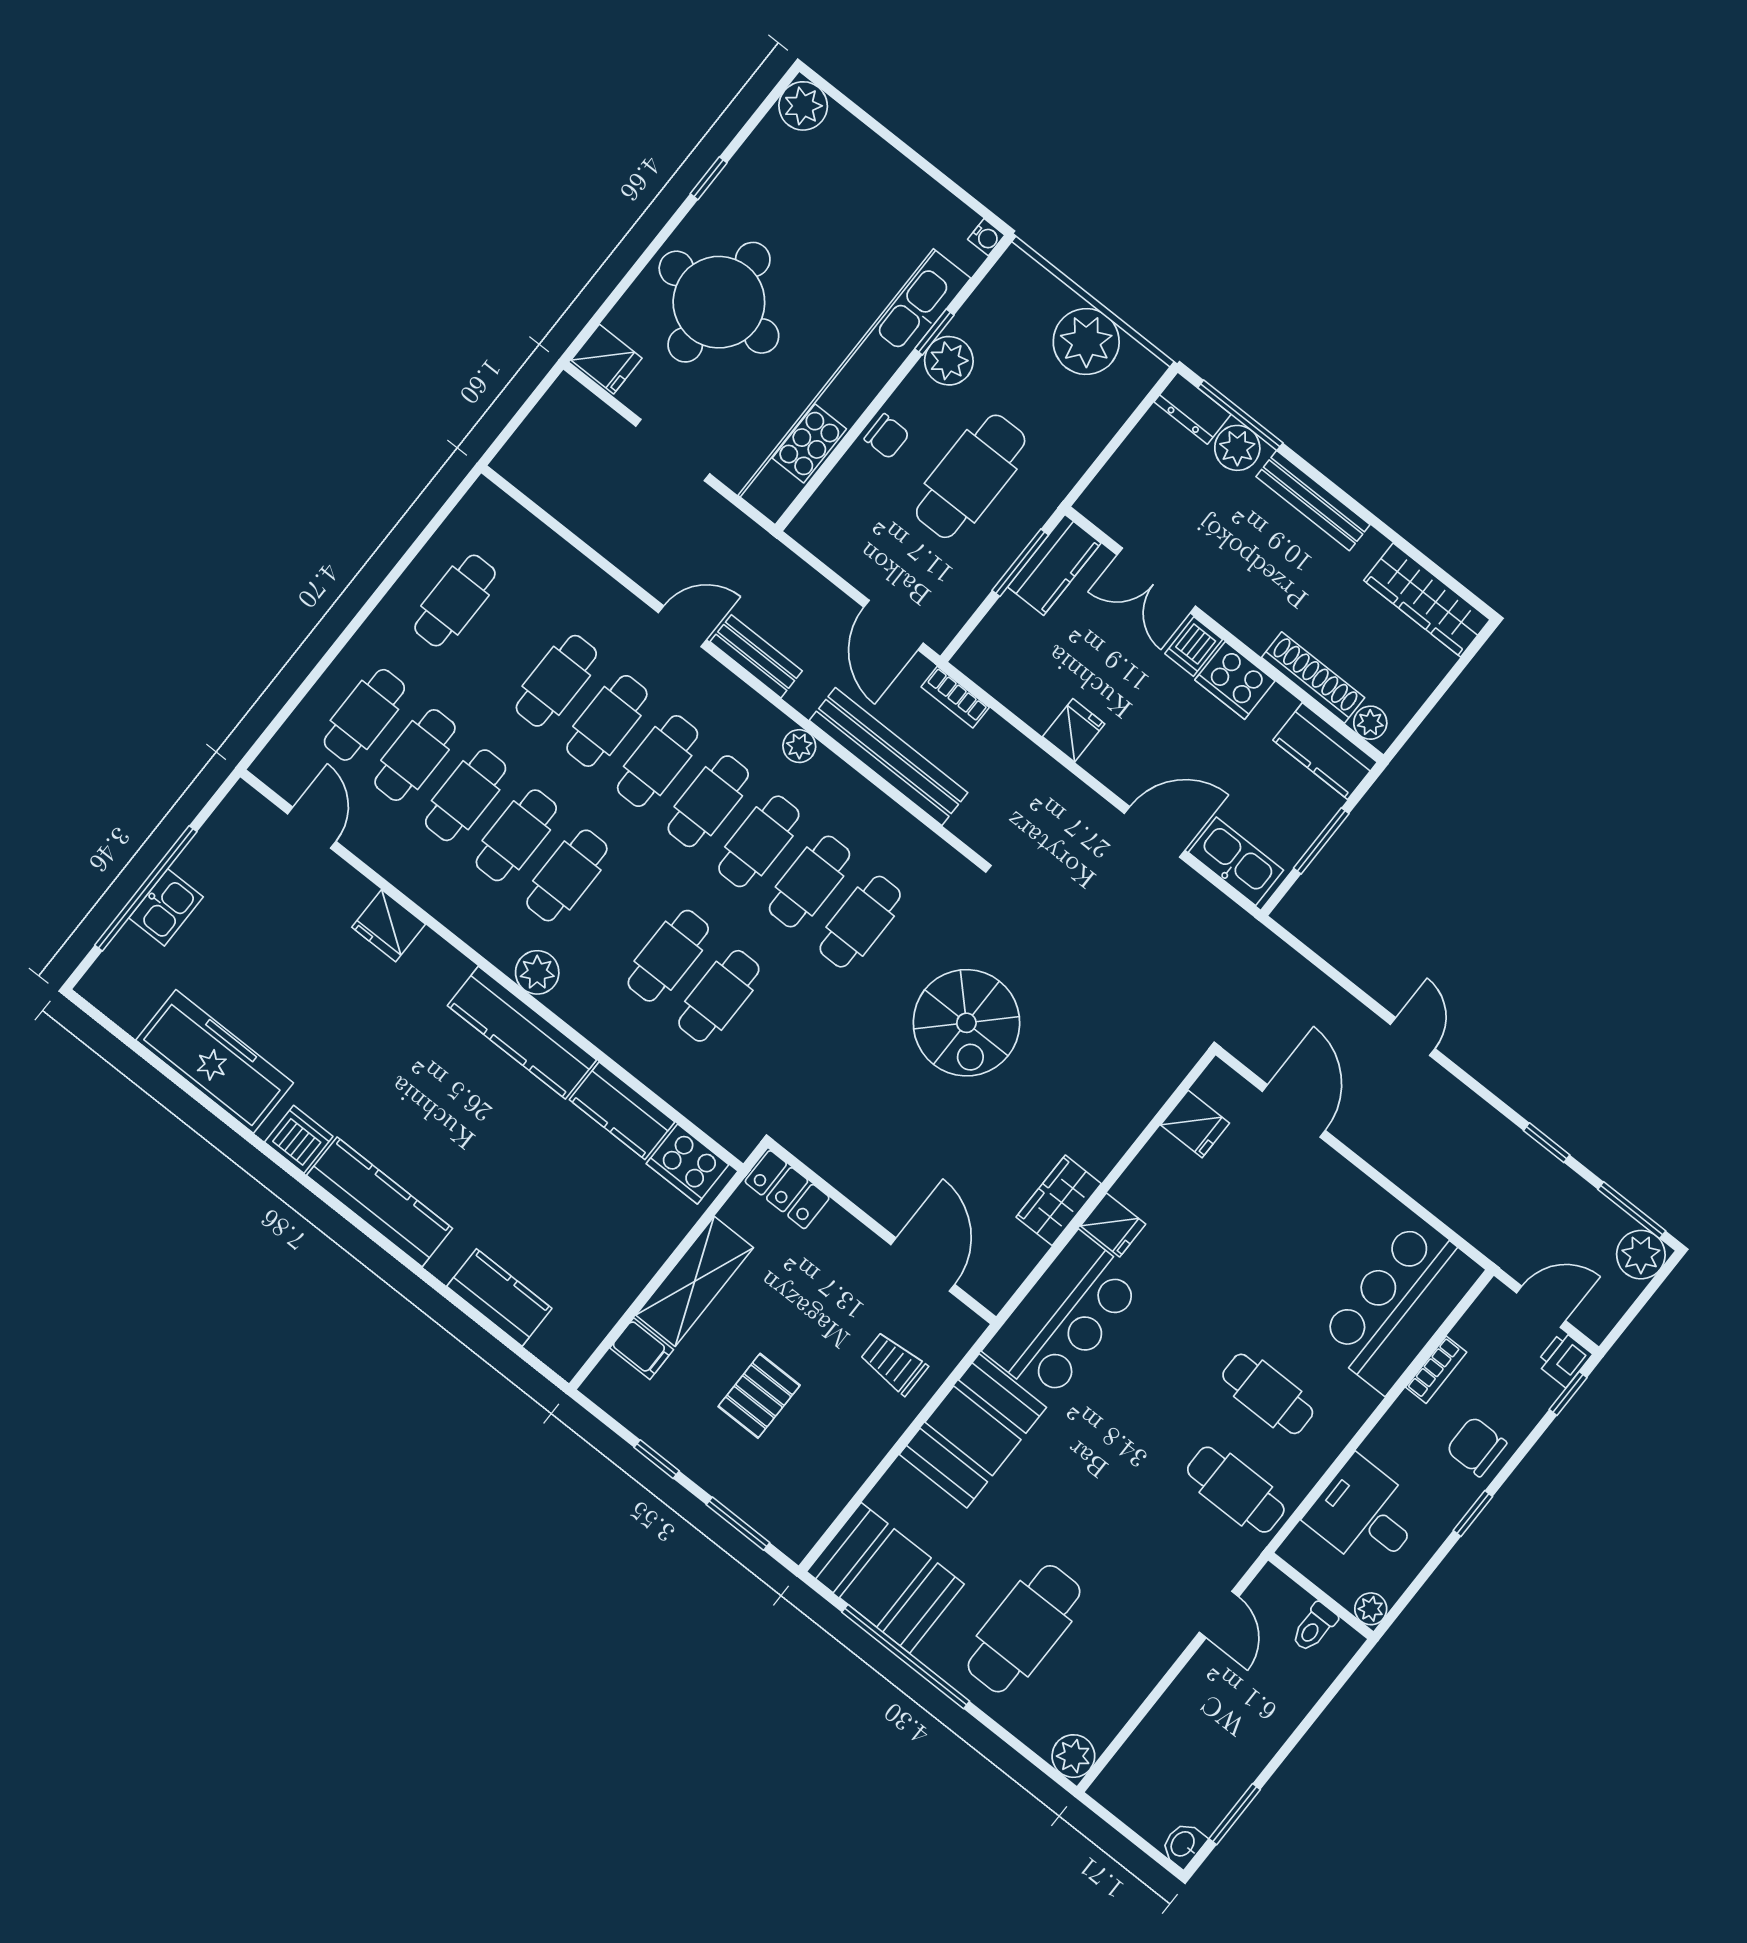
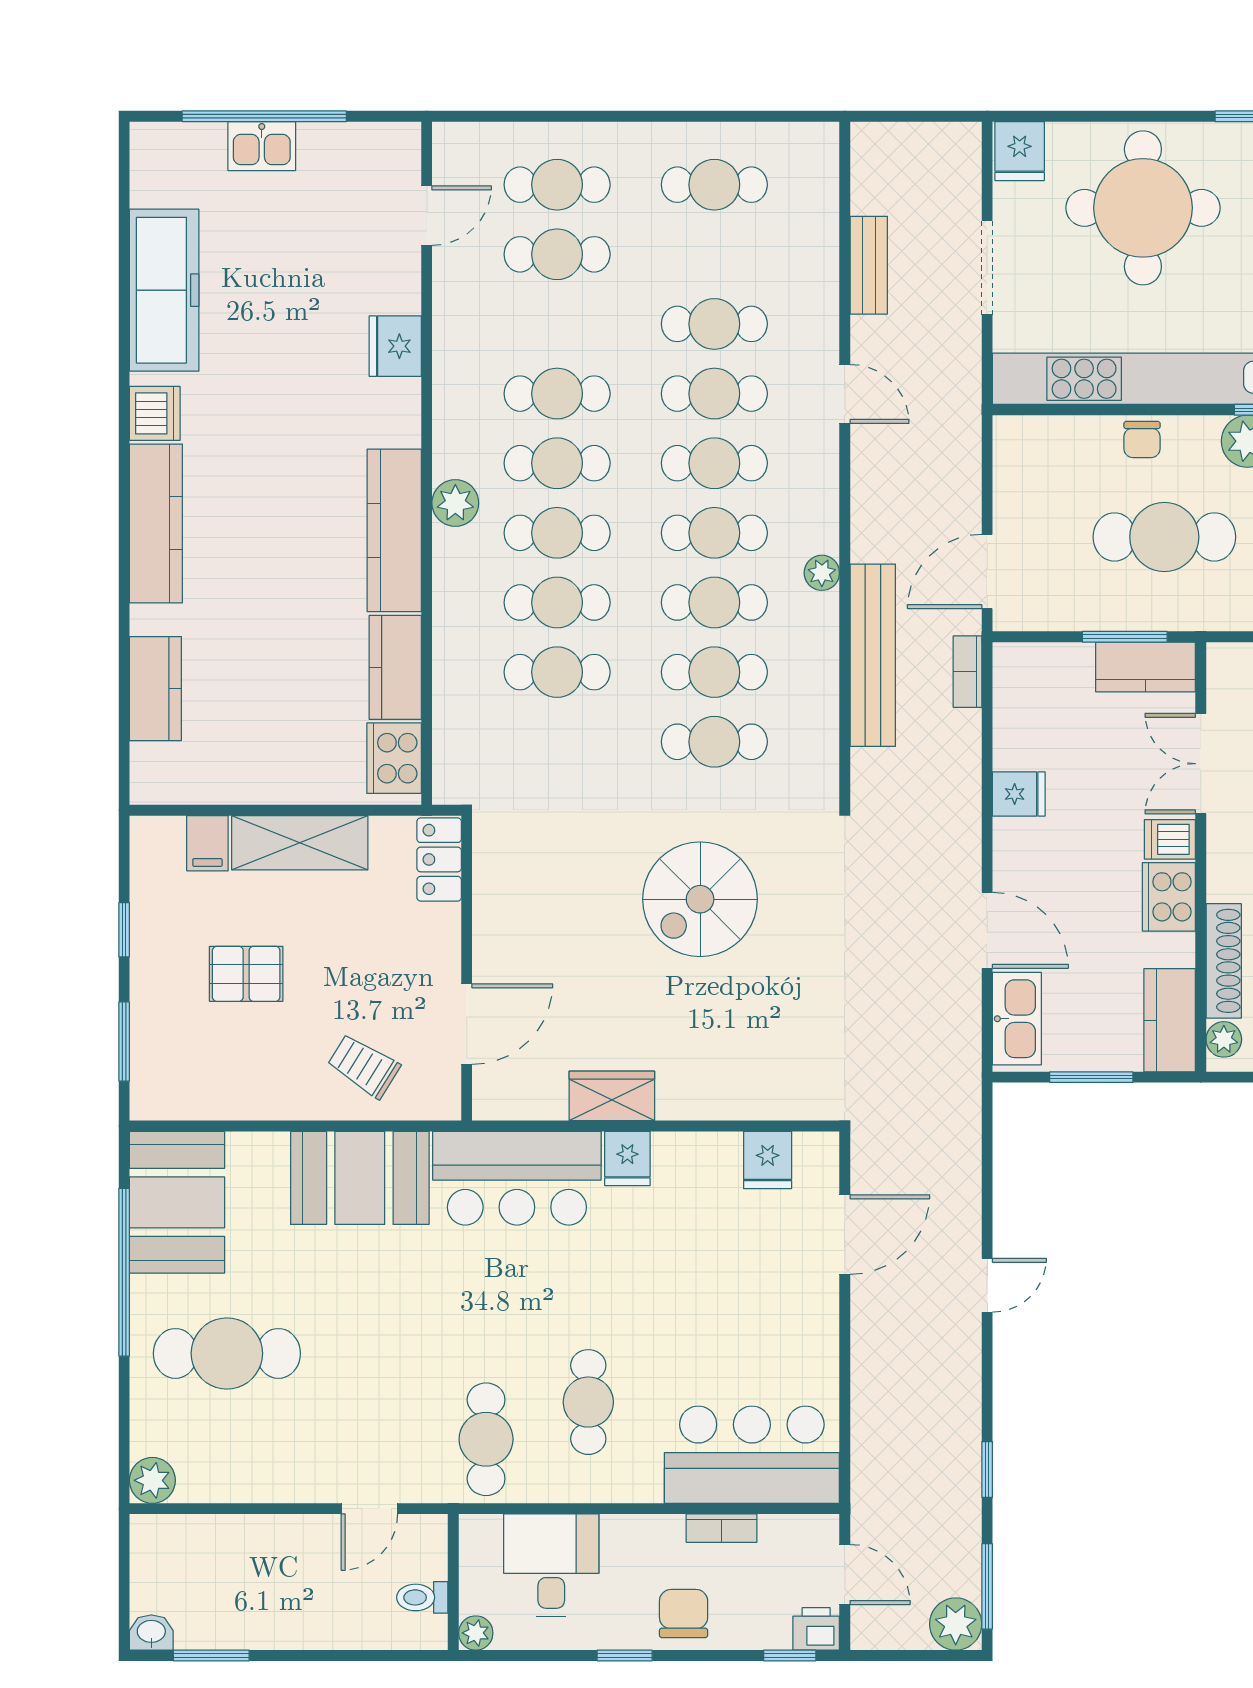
bench: (756, 656) -> (869, 265), moved
cafe table: (466, 795) -> (557, 533), moved
trolley: (894, 1363) -> (364, 1066), turned -58

